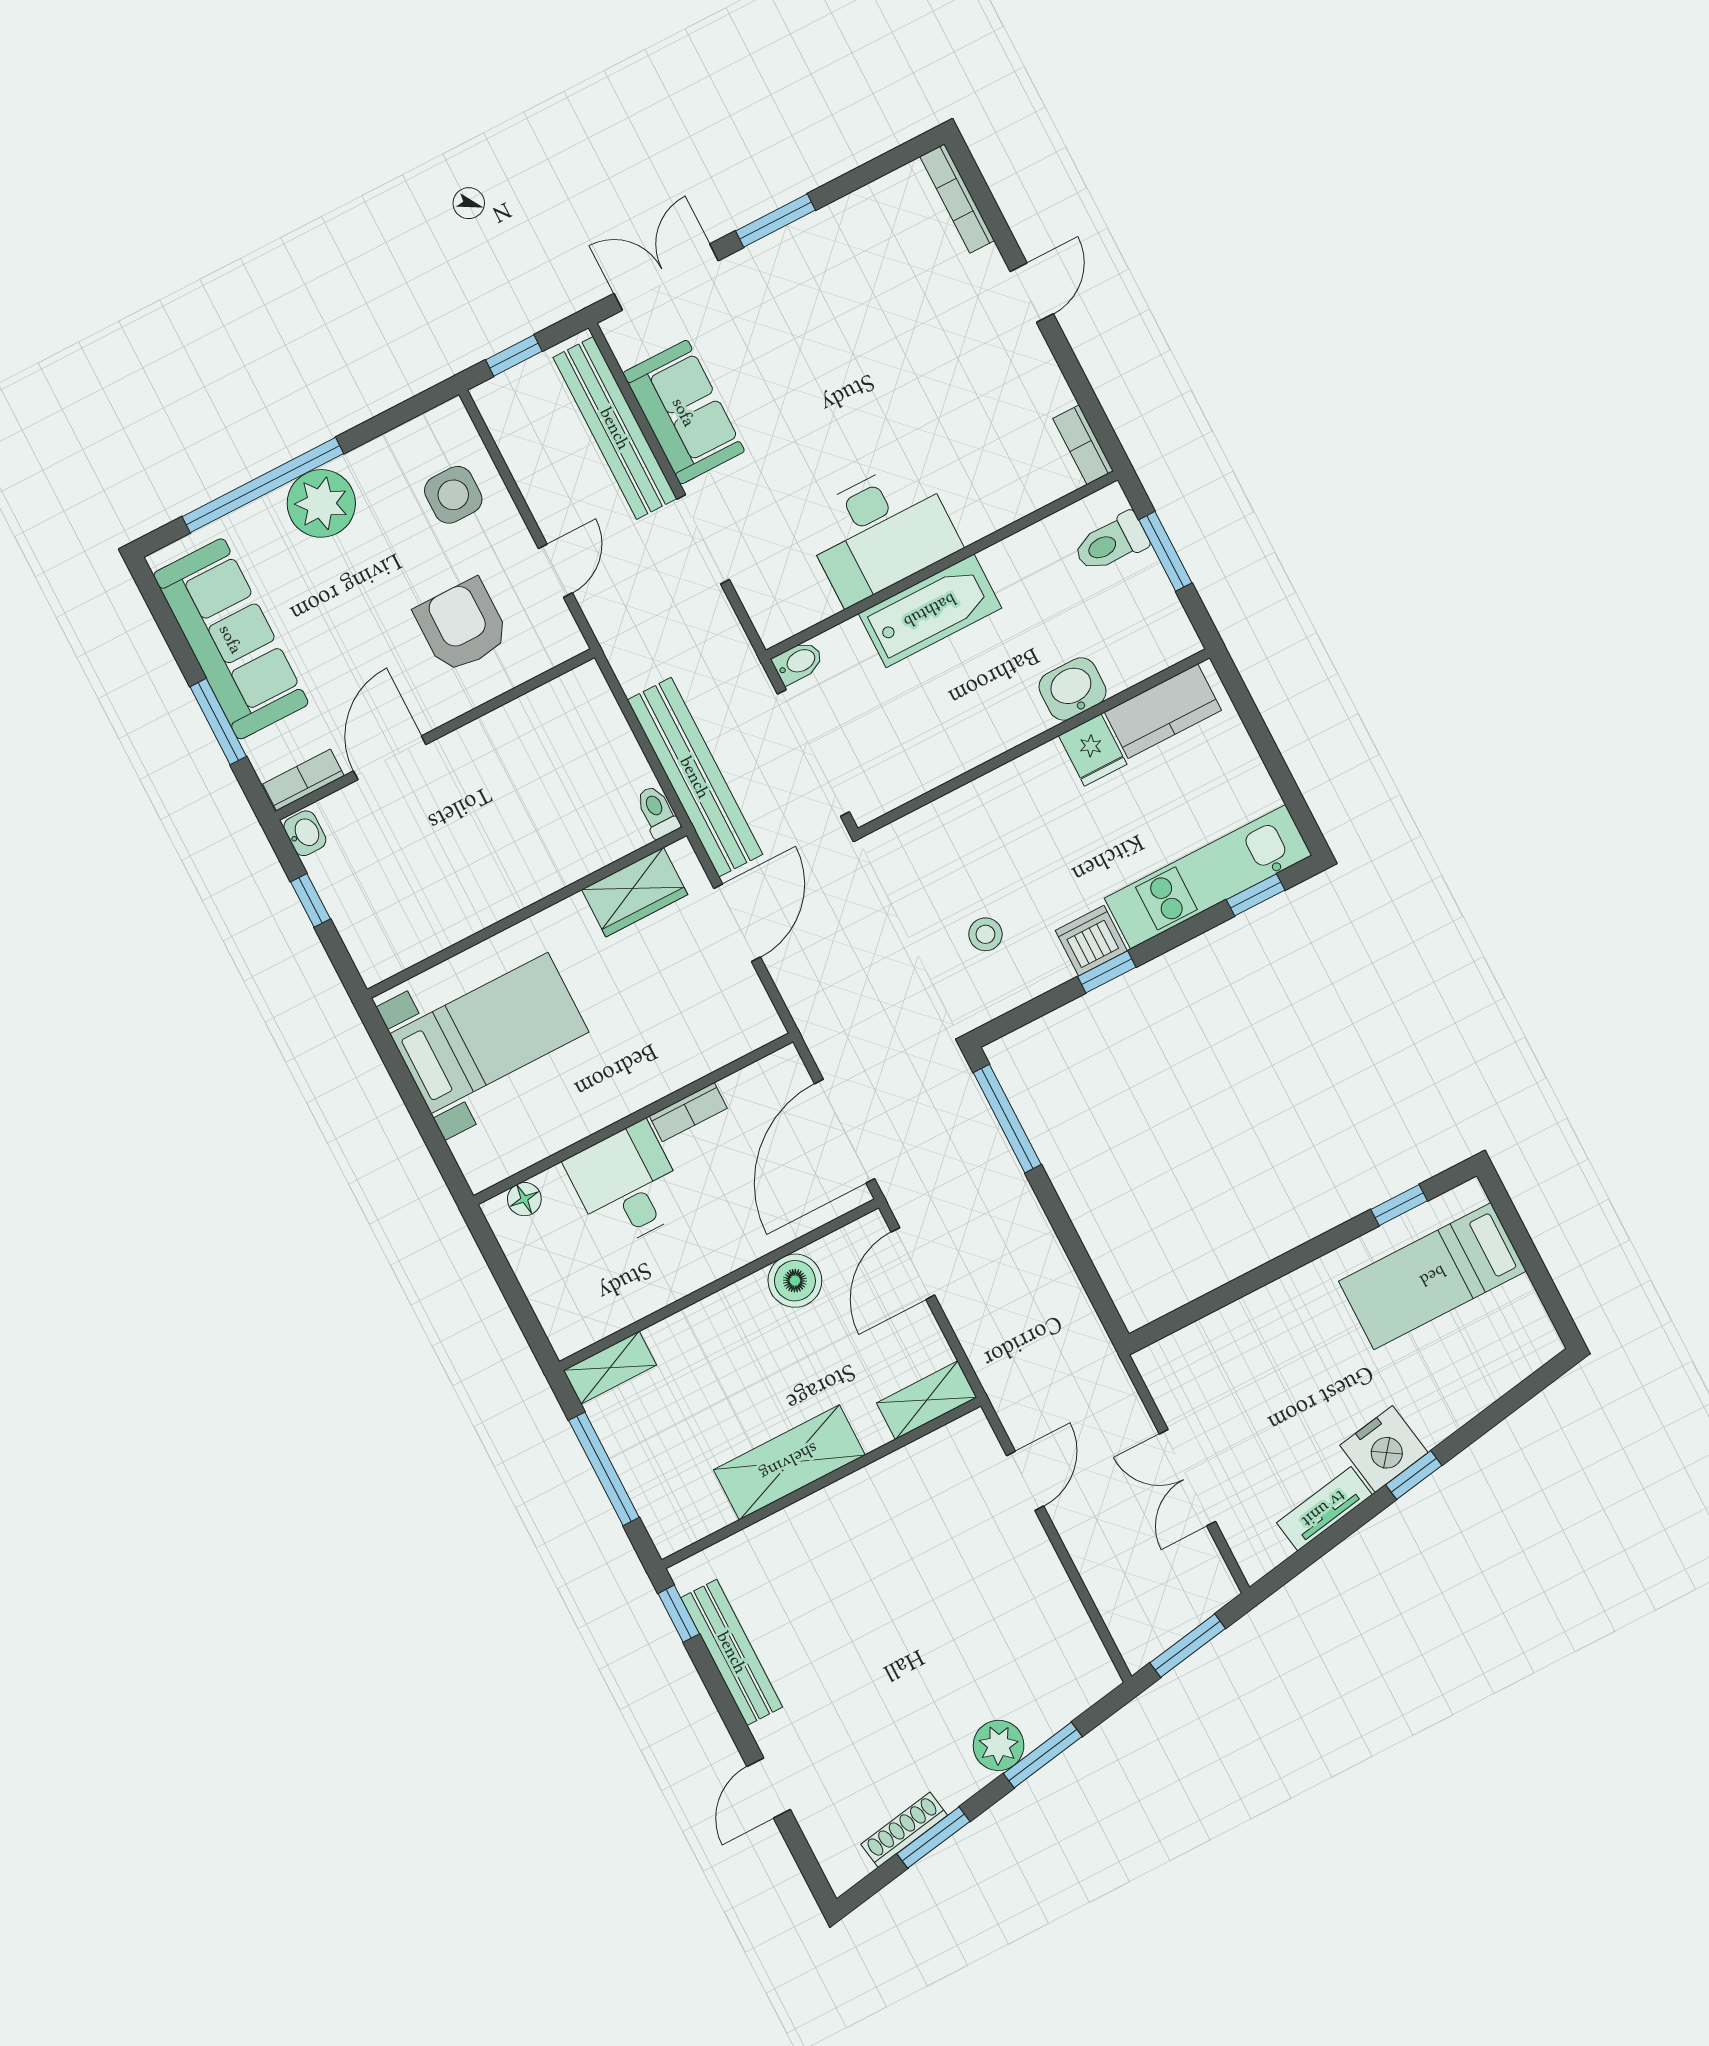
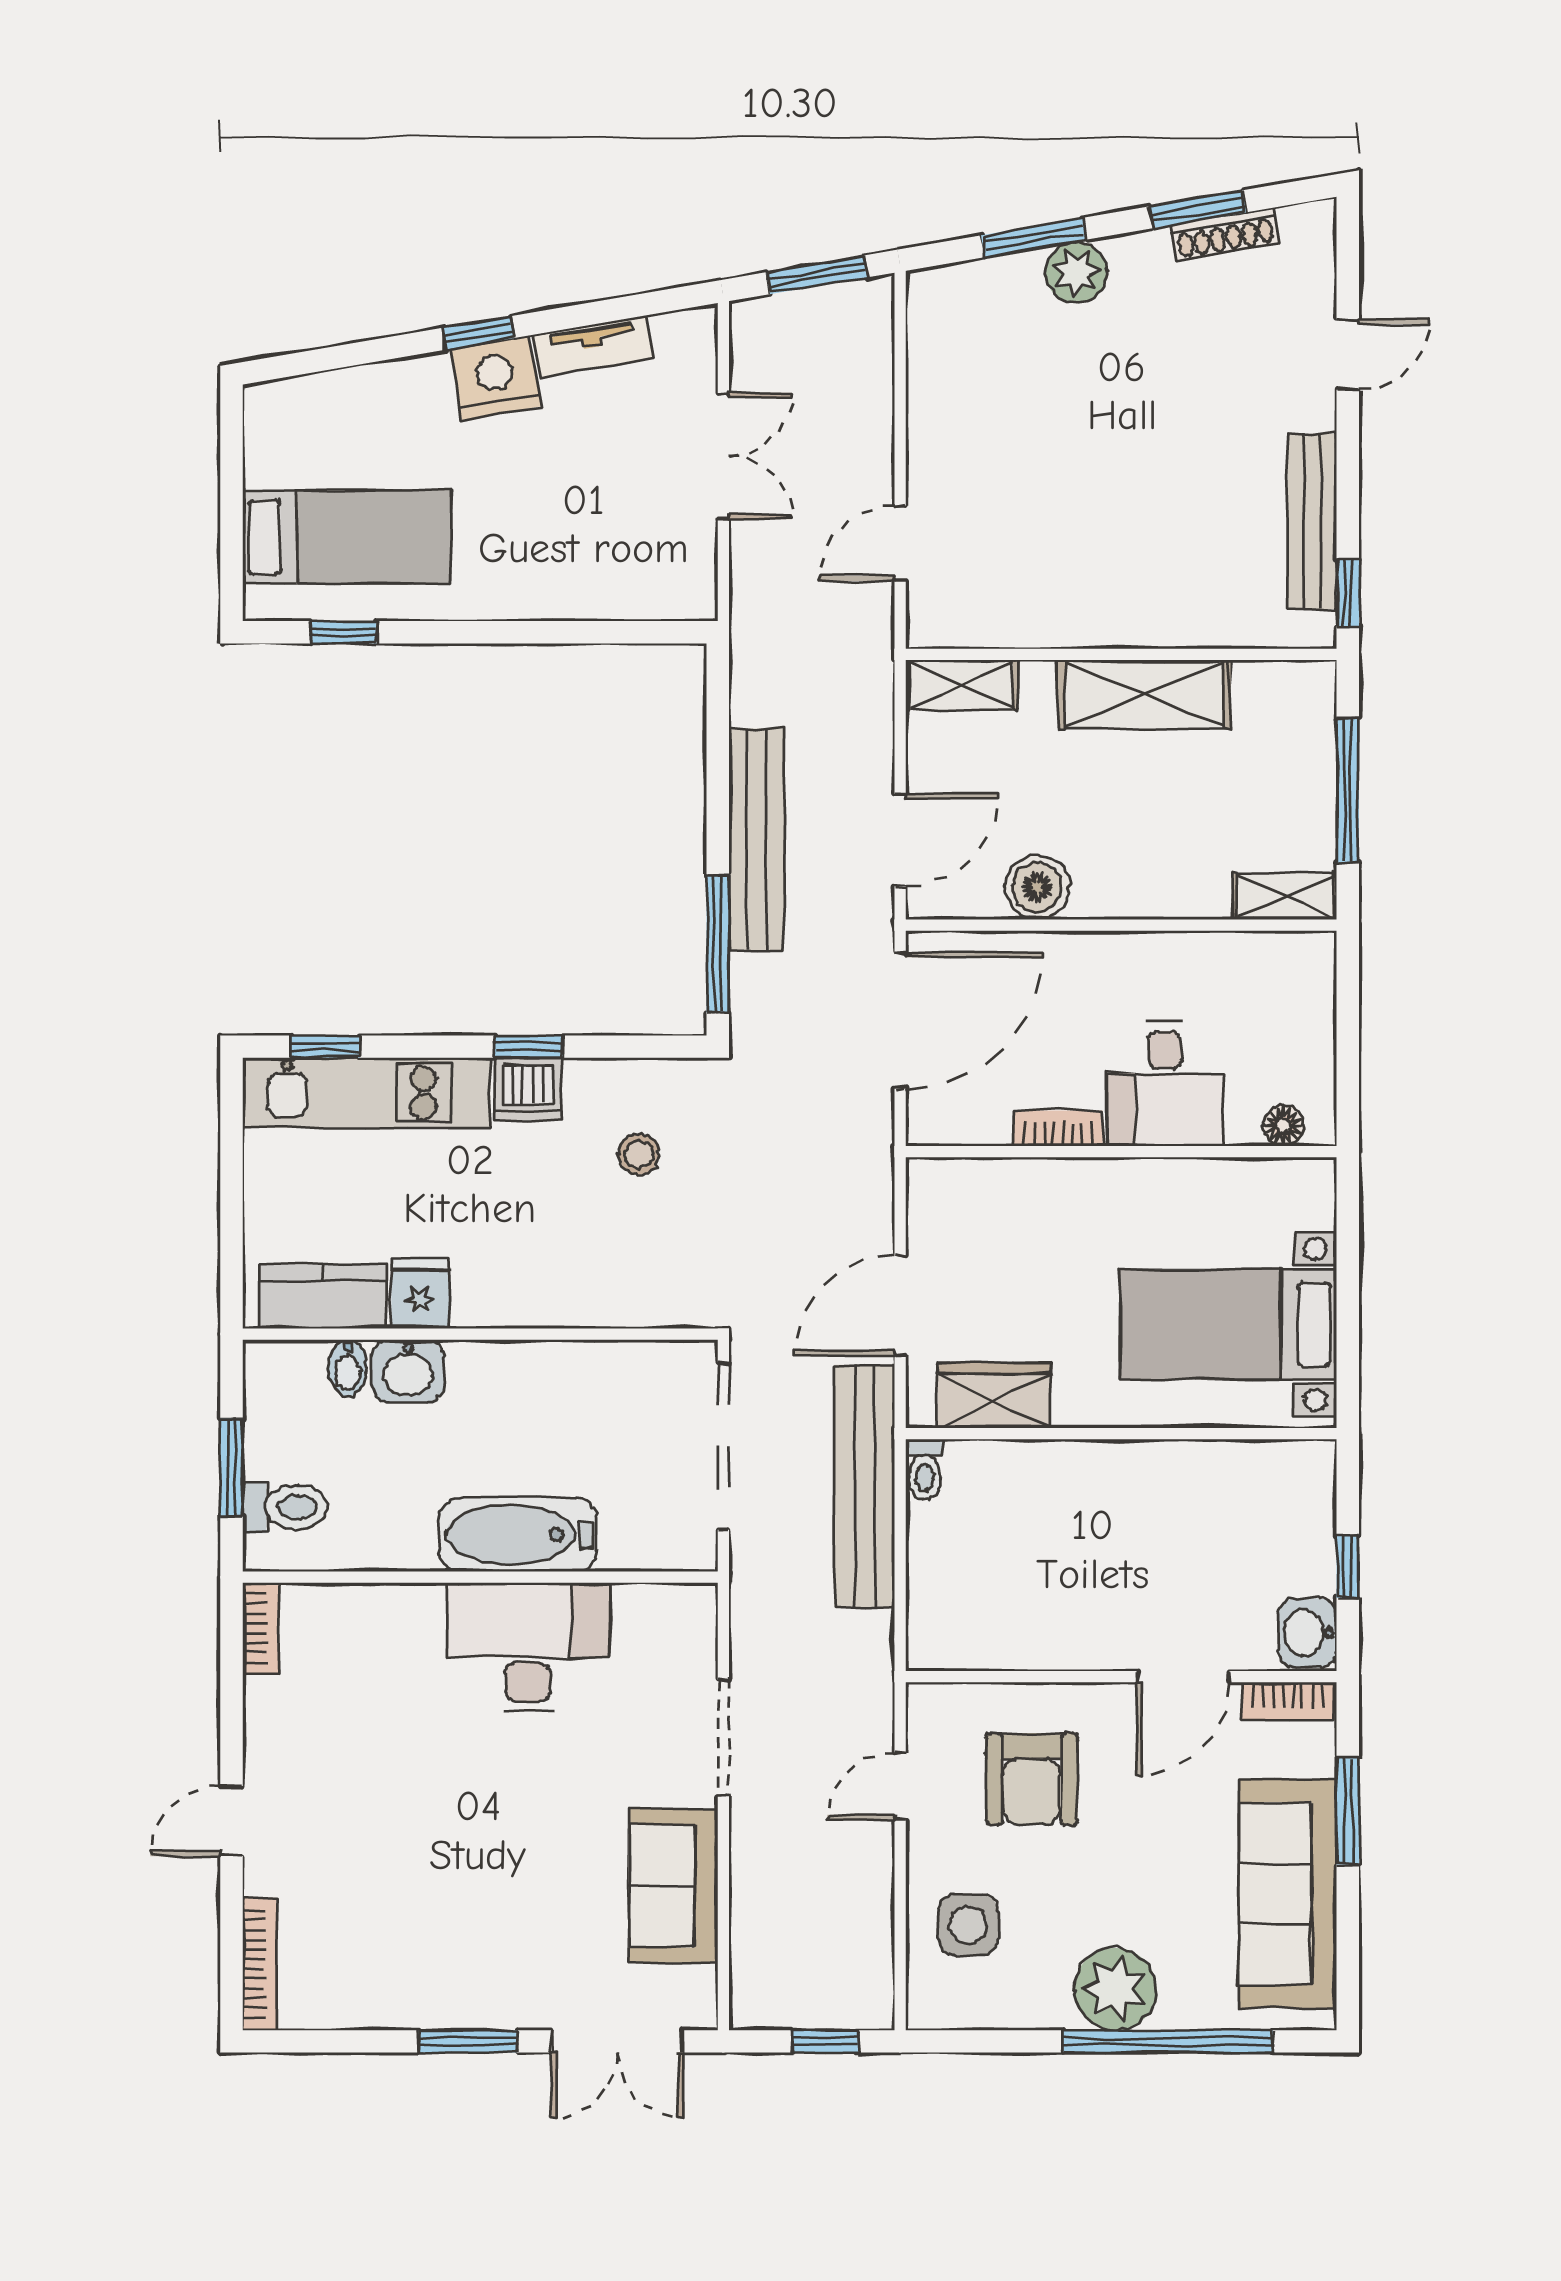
bench: (615, 428) -> (756, 840), moved
bidet: (798, 662) -> (348, 1368), moved, turned -90
washbasin: (305, 833) -> (1307, 1633), width x1.38, depth x1.45

